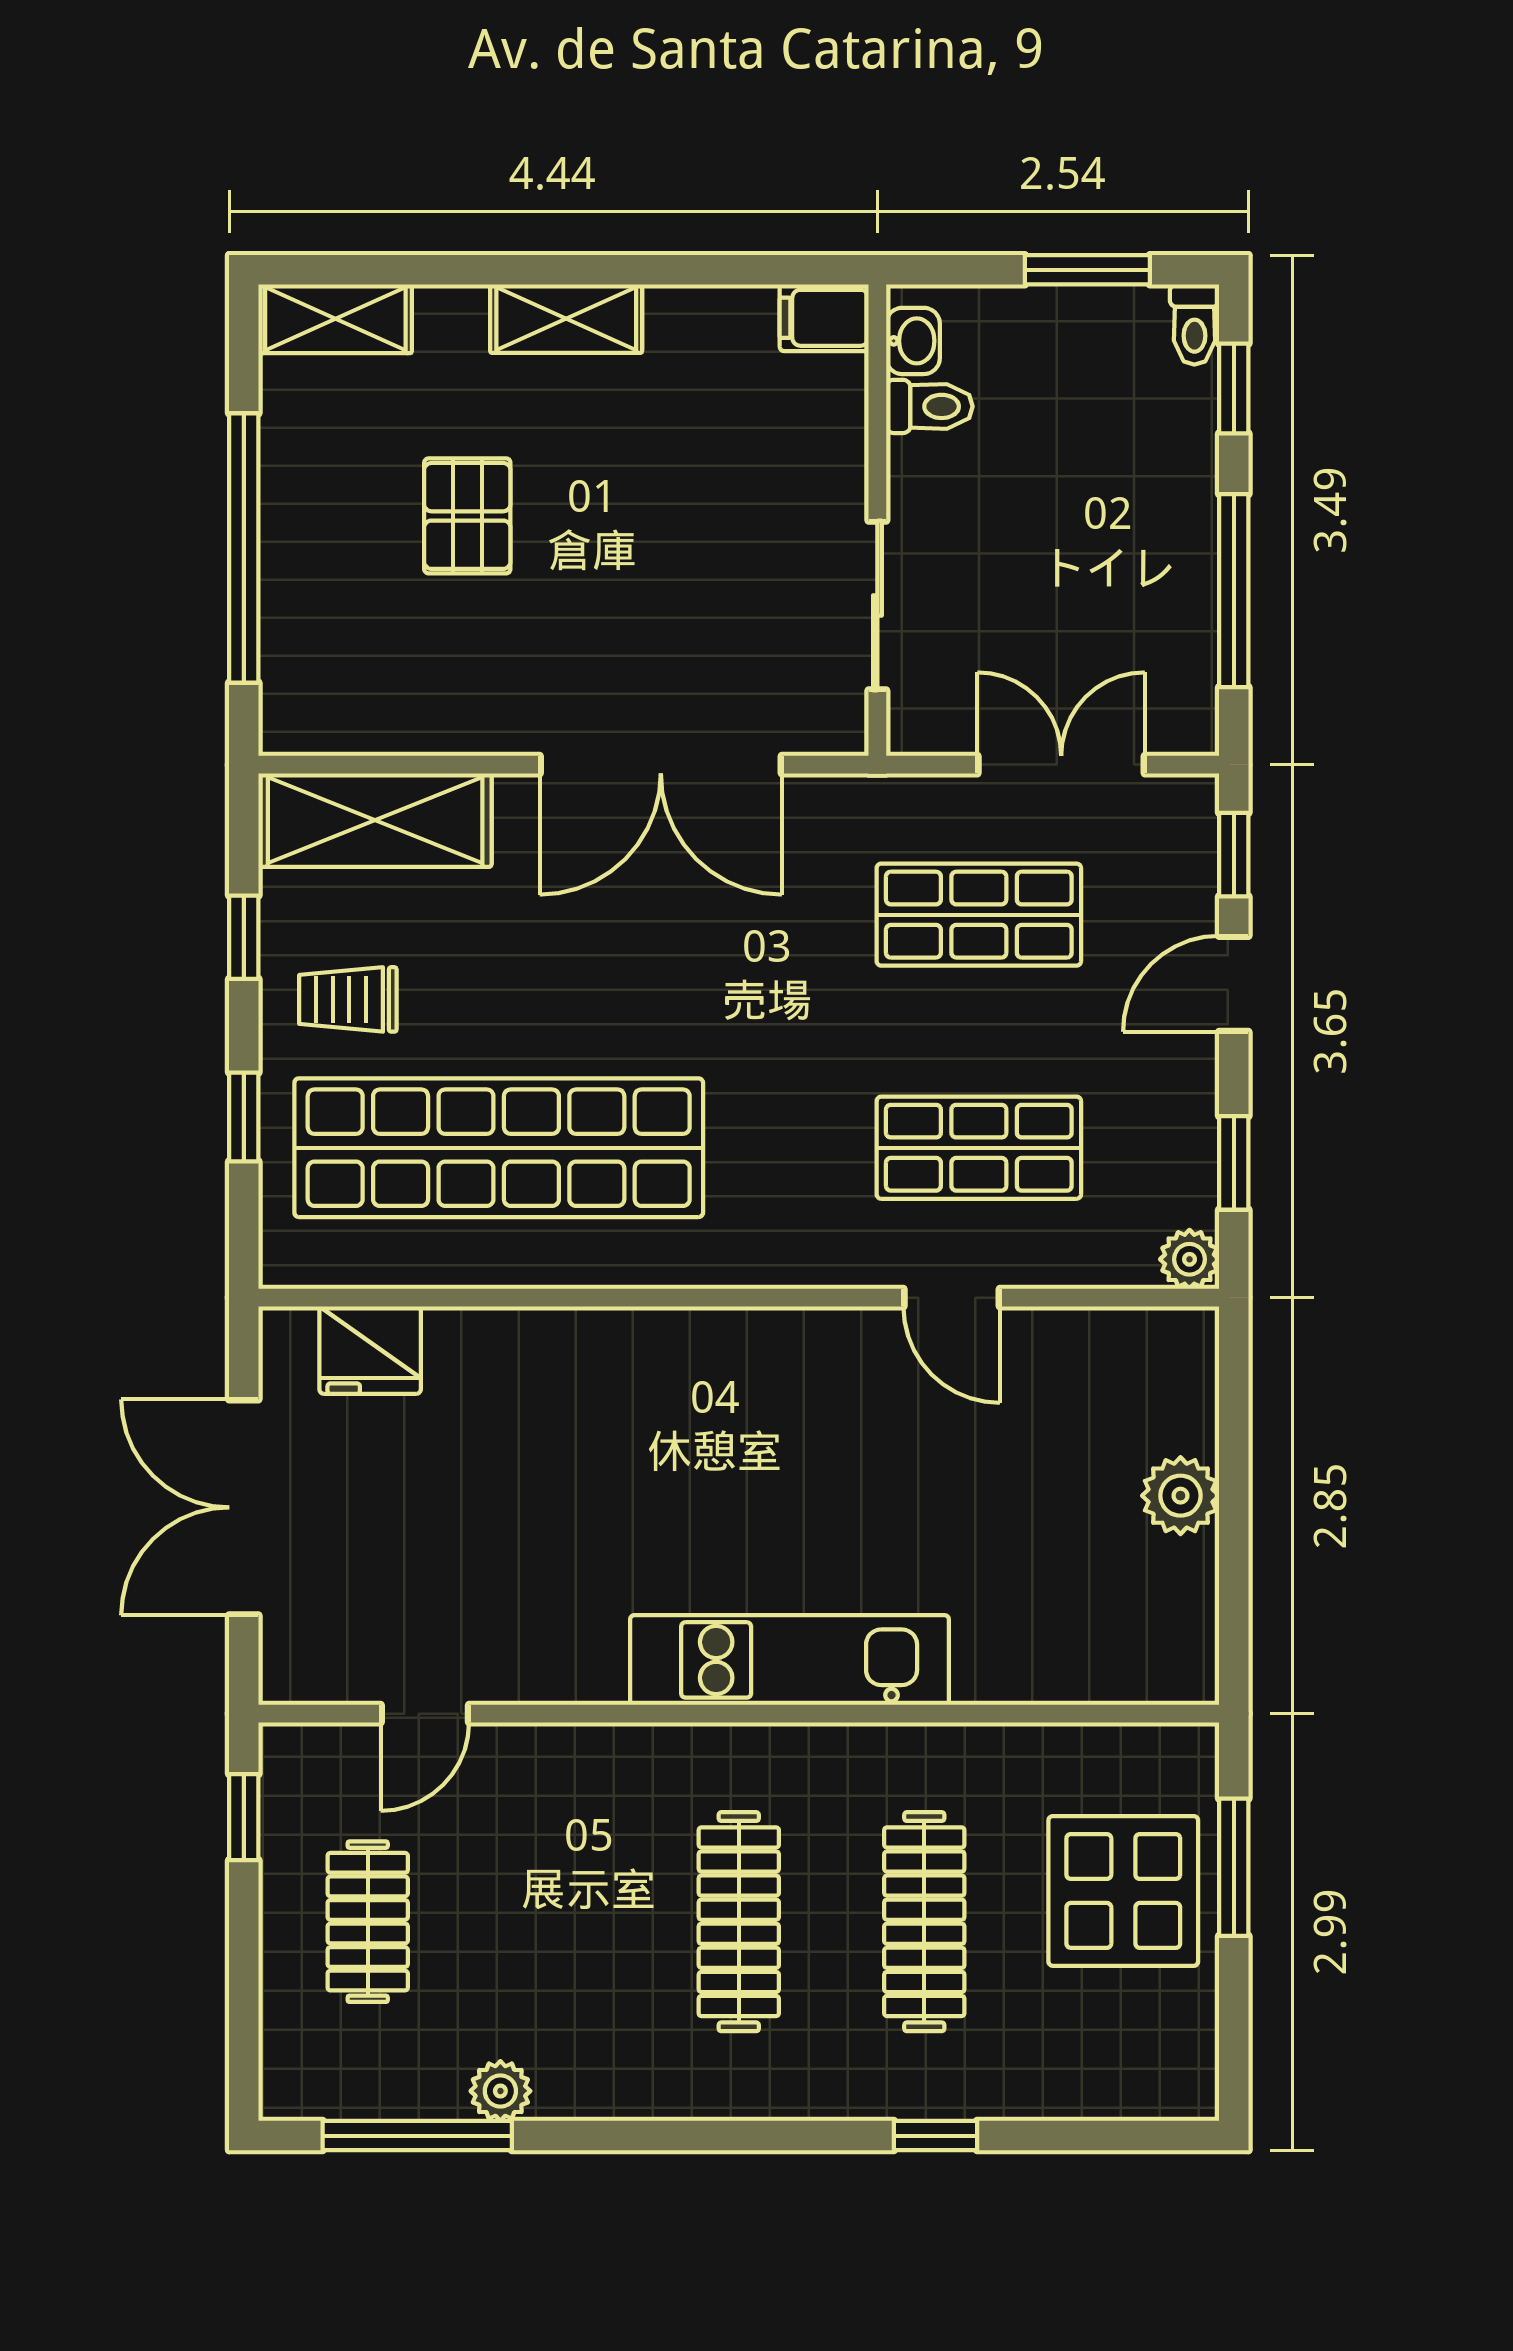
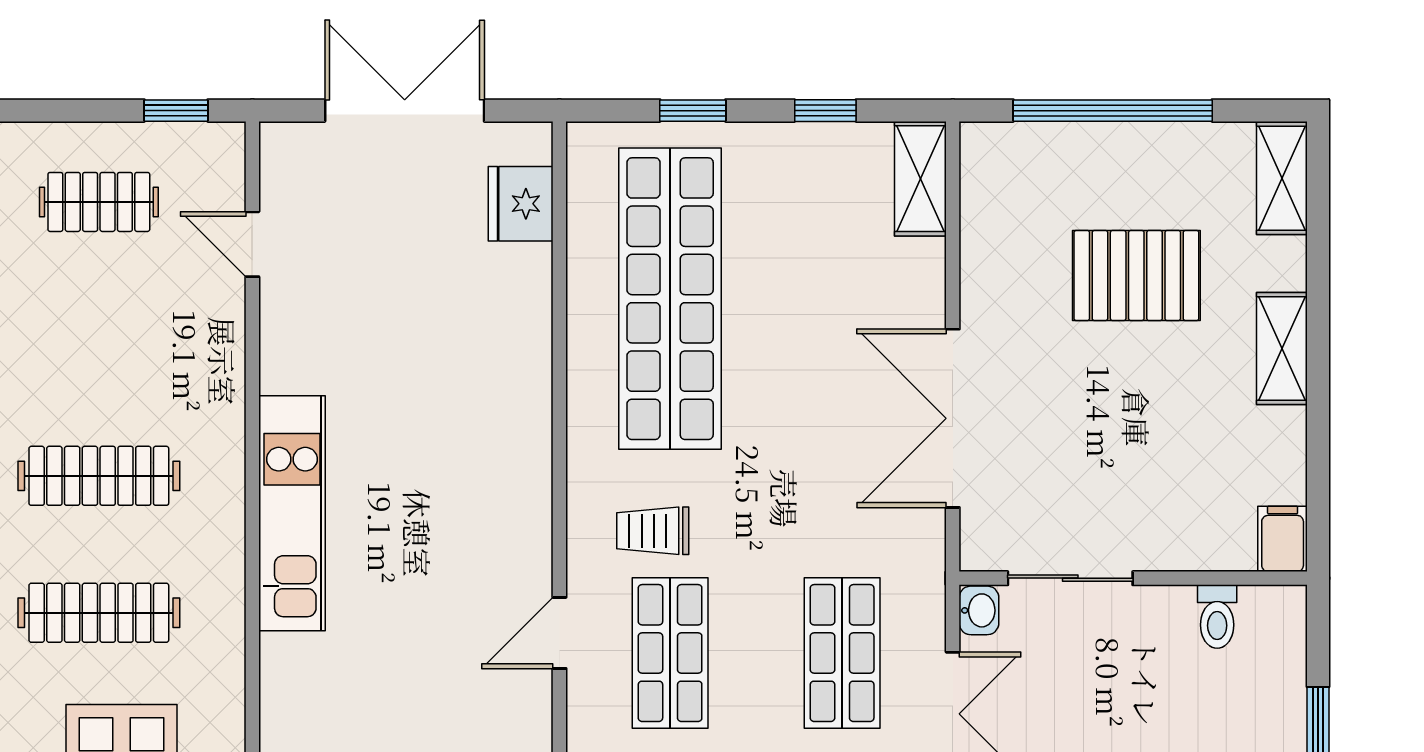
washbasin: (913, 341) -> (979, 610), moved, turned -90
pallet: (467, 516) -> (1136, 275), width x1.50, depth x1.42
shelving: (375, 820) -> (920, 179), width x0.67, depth x0.75
trolley: (348, 999) -> (653, 531), moved, turned -90

